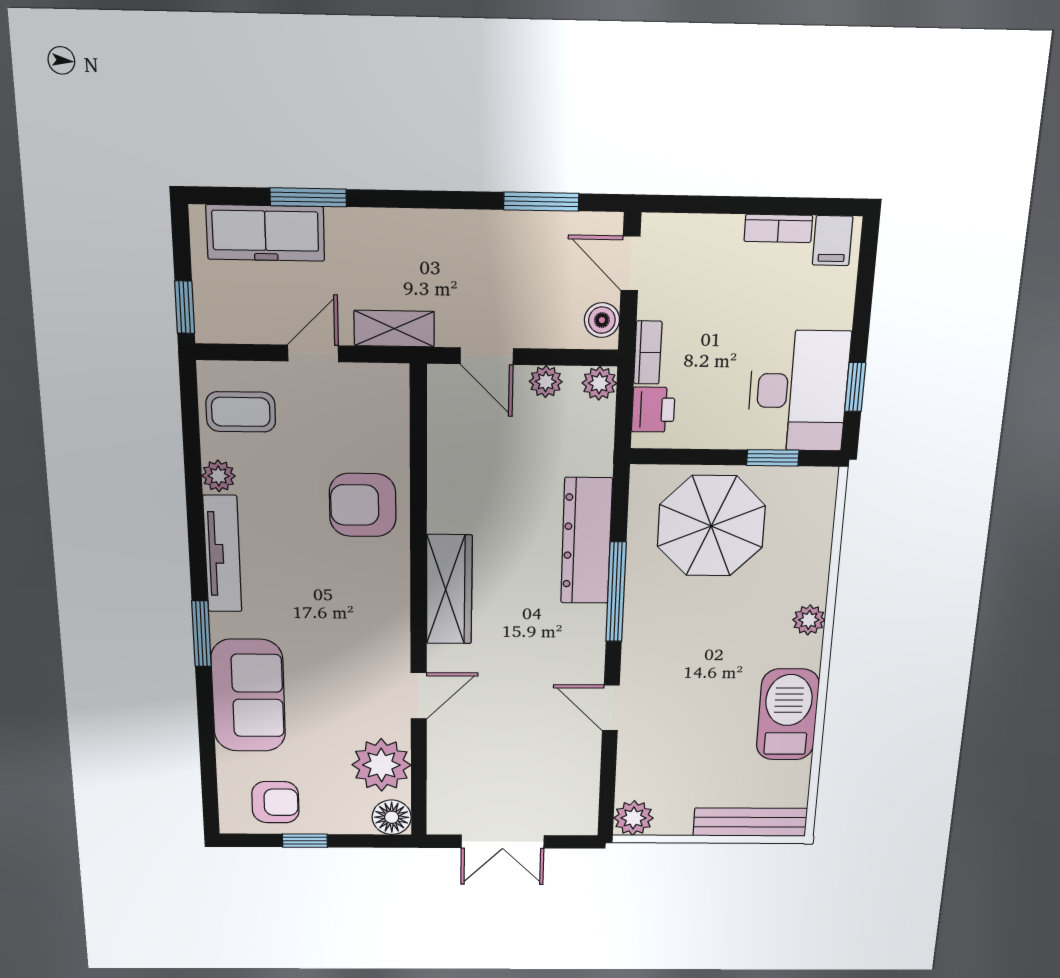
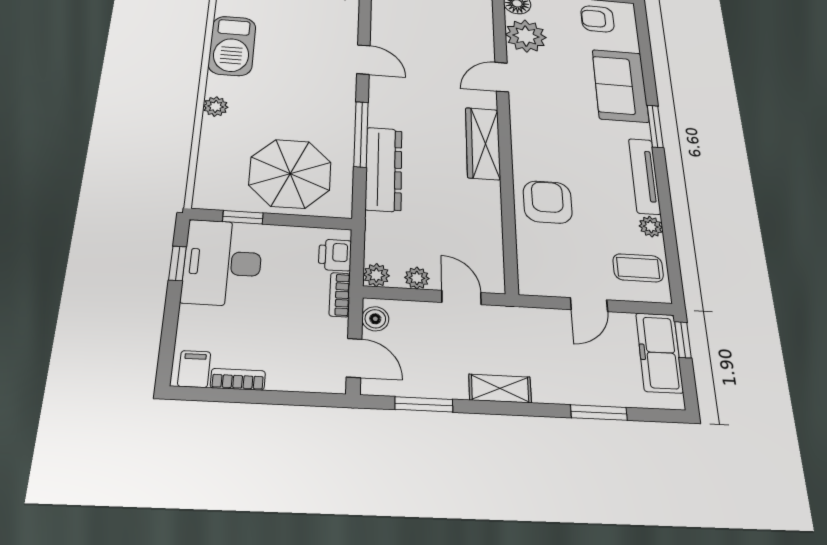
freezer: (265, 233) -> (659, 353), moved, turned -90
shelving: (394, 329) -> (500, 388), moved
armchair: (363, 505) -> (548, 202), turned -90

